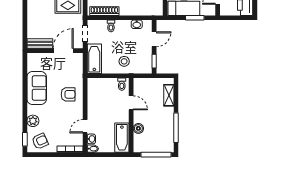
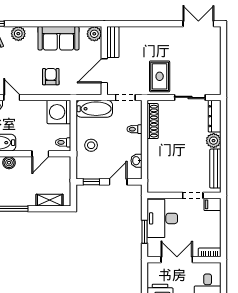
door: (154, 39) -> (118, 182), swing flipped
door: (63, 51) -> (104, 71), swing flipped
plant: (33, 59) -> (94, 34), added
washing machine: (97, 88) -> (59, 112), added
armchair: (68, 94) -> (51, 77), turned 180

